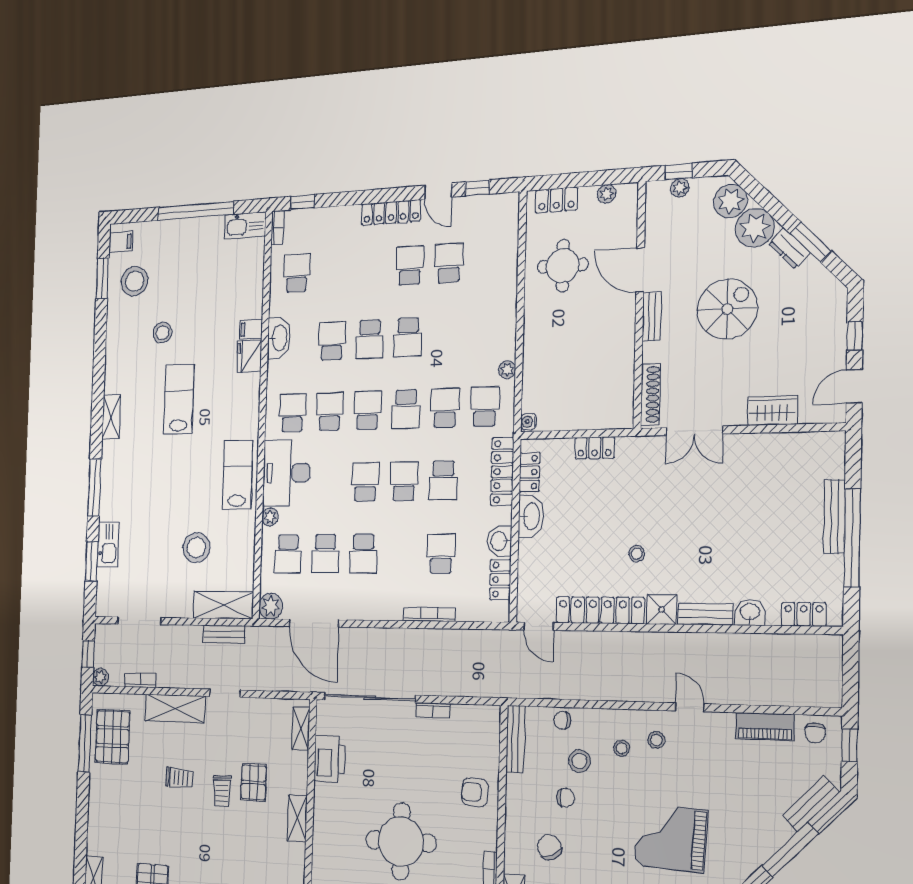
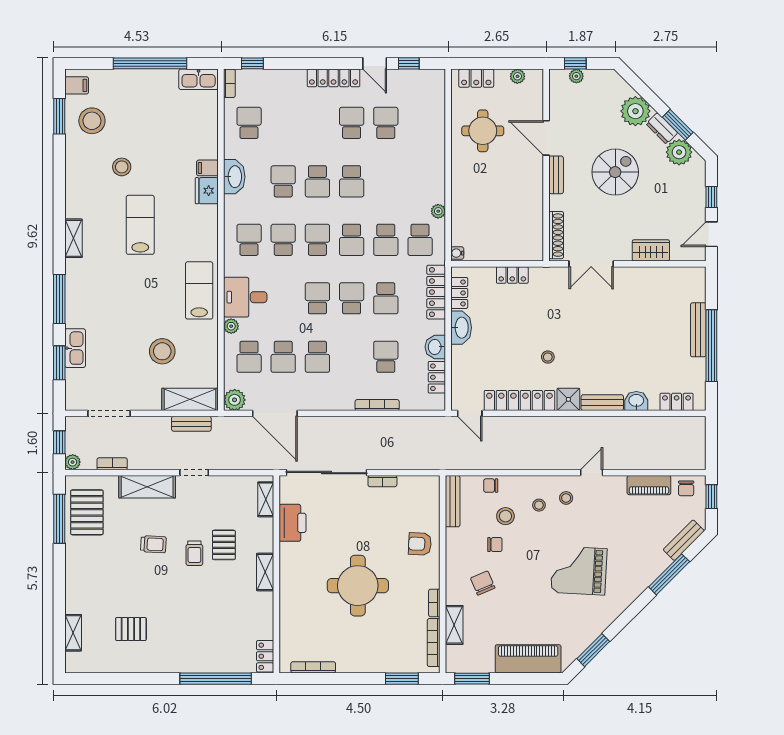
plant: (730, 201) -> (679, 152), moved
school desk: (485, 406) -> (420, 240), turned 180
school desk: (445, 408) -> (386, 240), turned 180
desk: (287, 473) -> (245, 297), width x0.73
door: (690, 707) -> (592, 473), hinge flipped

